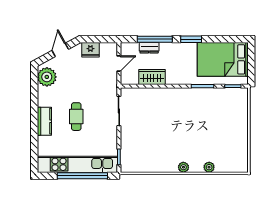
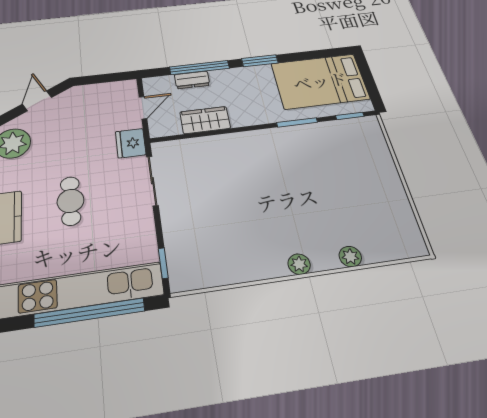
fridge: (90, 50) -> (131, 143), moved, turned 90

